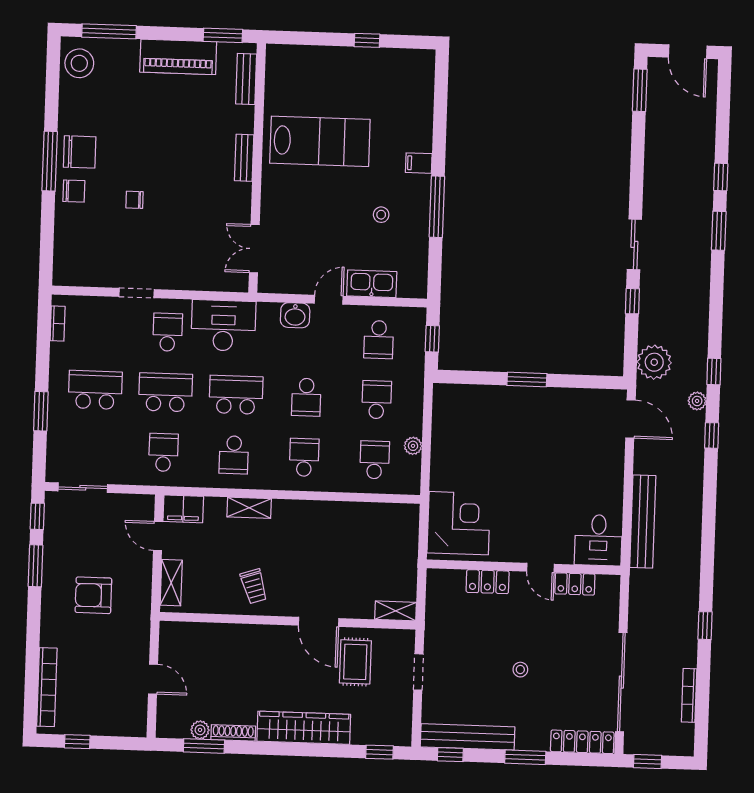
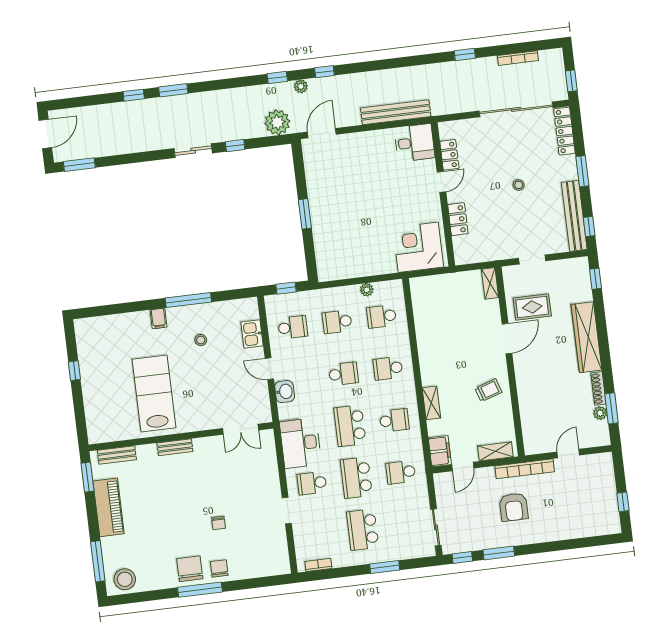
kitchen sink: (372, 284) -> (252, 334), width x0.73
bookcase: (47, 687) -> (525, 469), moved, turned 180

